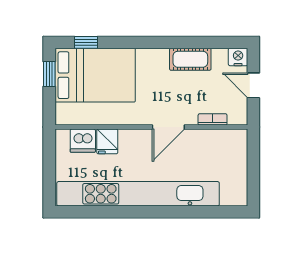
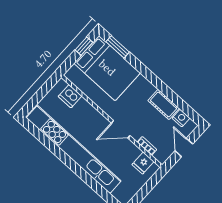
window: (86, 42) -> (118, 47), width x1.50
nightstand: (238, 57) -> (181, 118), moved
fridge: (107, 141) -> (143, 163), moved

